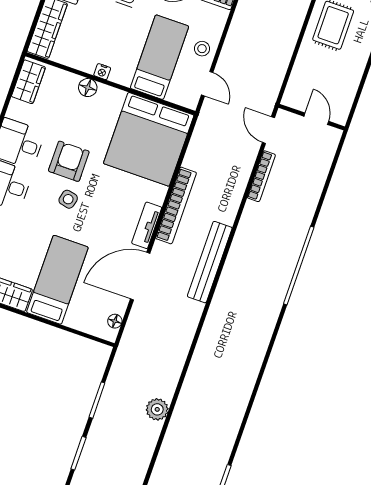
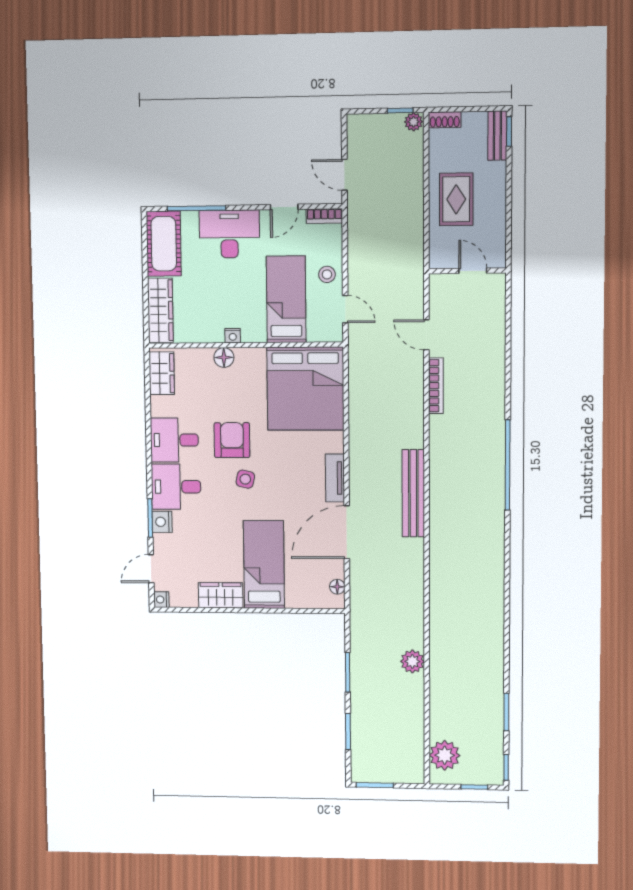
wall: (312, 117) -> (467, 271), moved
door: (316, 119) -> (473, 271), moved
bookcase: (176, 206) -> (358, 447), removed

